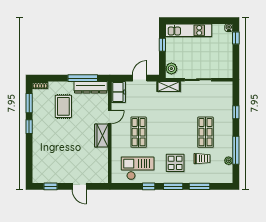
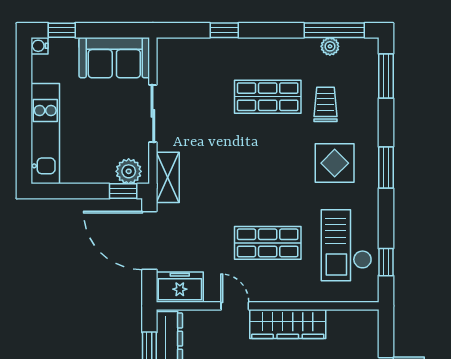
window: (162, 45) -> (123, 191), moved
sofa: (223, 62) -> (114, 58), added
door: (140, 78) -> (149, 240), width x1.88
wardrobe: (101, 136) -> (288, 324), width x1.50
window: (236, 150) -> (334, 30), moved
window: (149, 186) -> (386, 262), moved
window: (199, 186) -> (386, 76), moved

